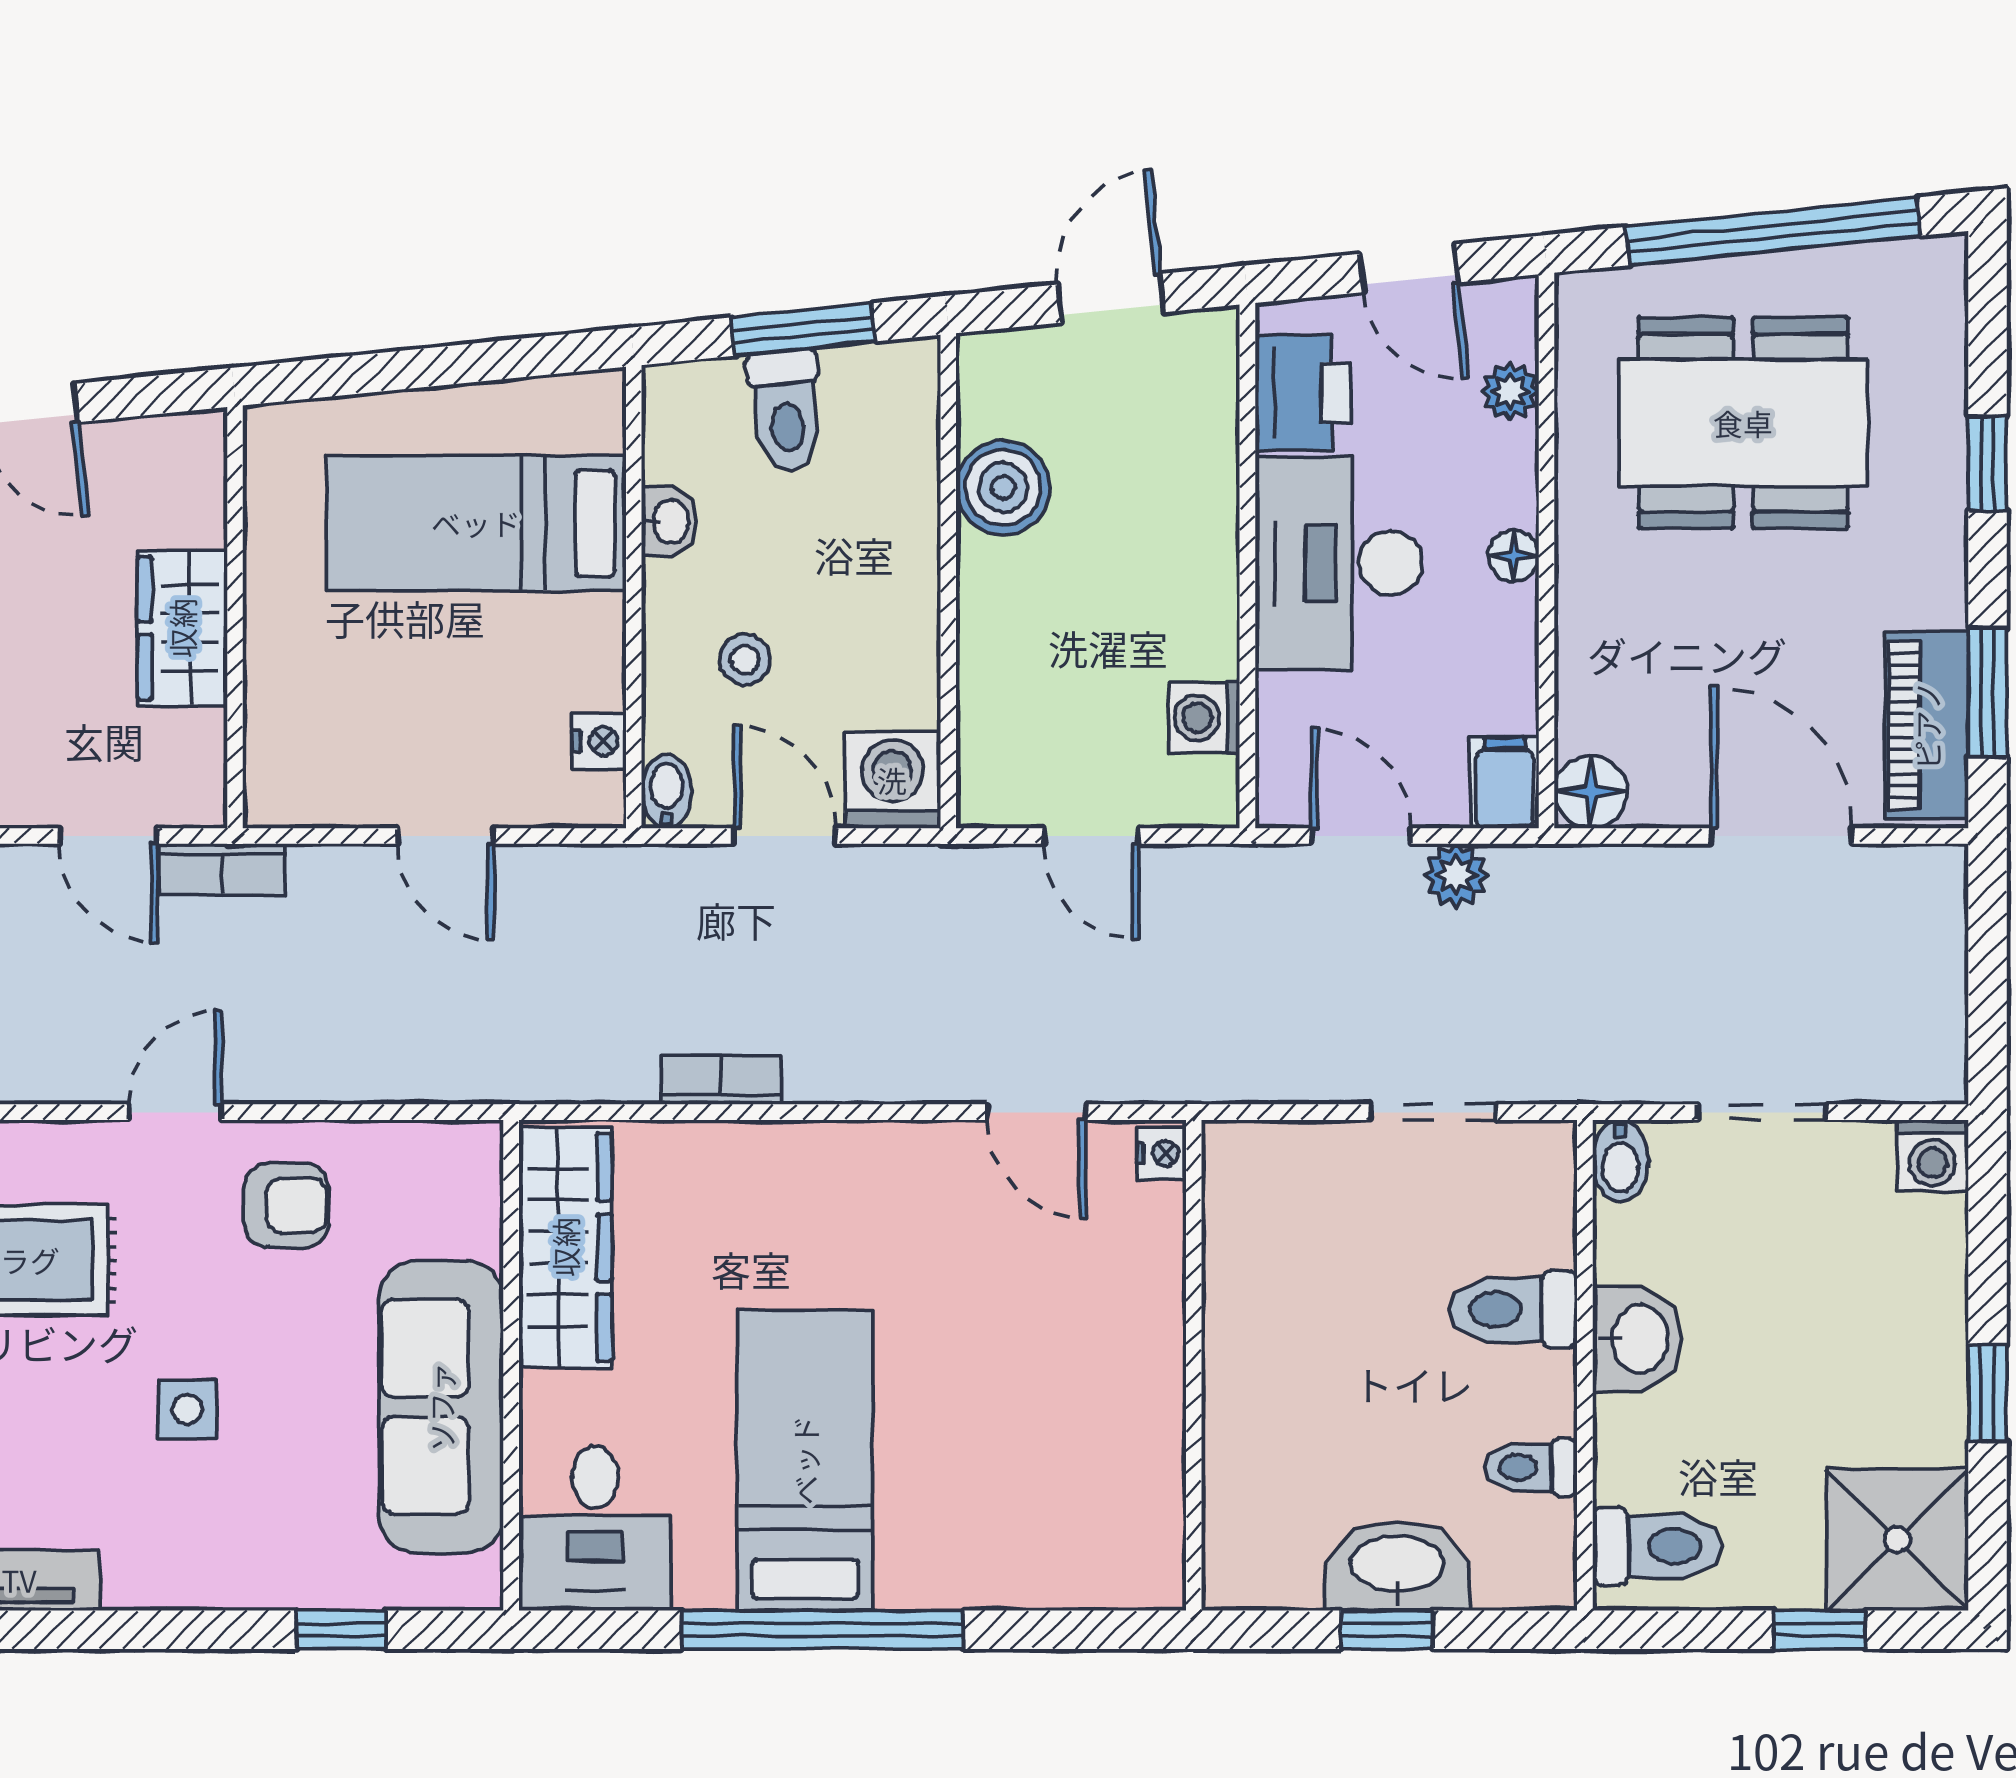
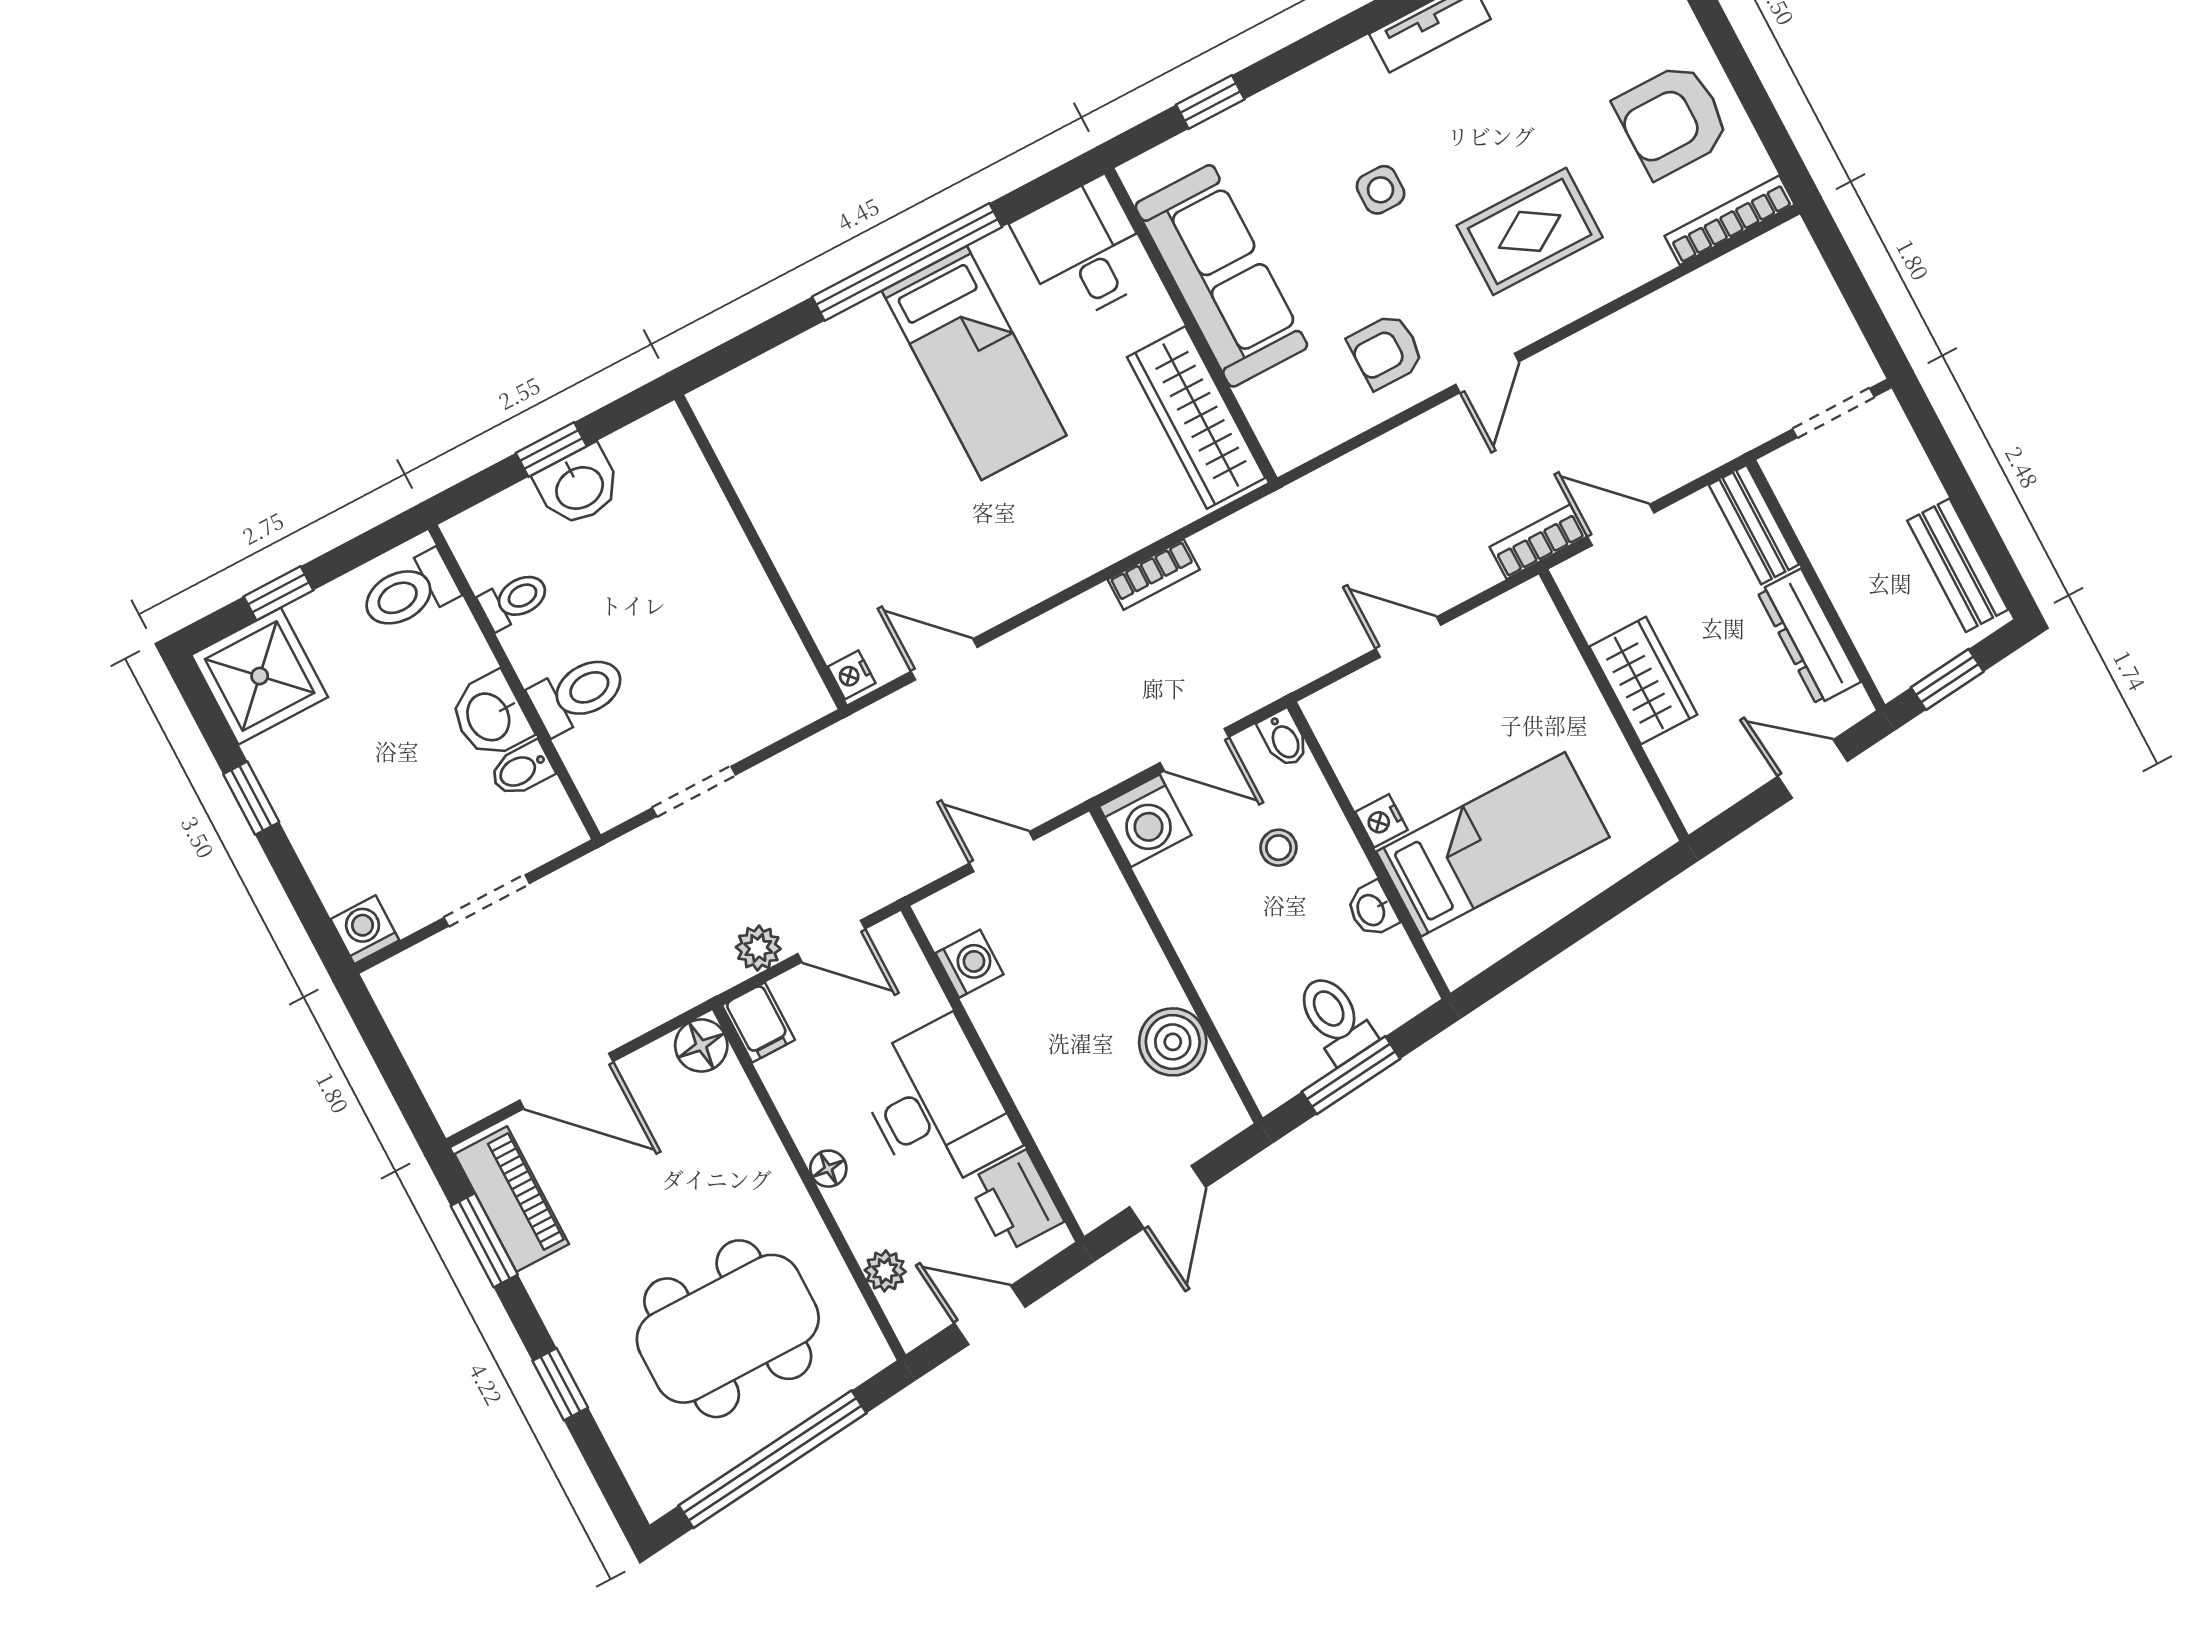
nightstand: (599, 741) -> (1381, 821), moved
bidet: (1620, 1161) -> (521, 770), moved, turned -90
washbasin: (1397, 1566) -> (579, 486), width x0.72

